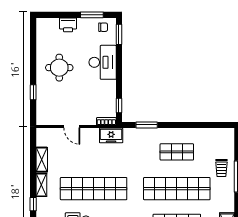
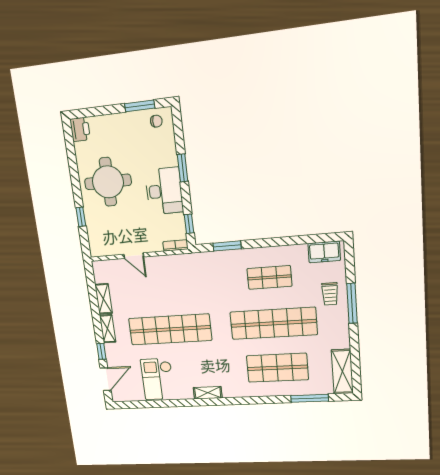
printer: (68, 25) -> (80, 129), moved, turned -90
window: (119, 34) -> (183, 168), moved
desk: (103, 62) -> (164, 191), moved
round table: (59, 68) -> (108, 182), width x1.36, depth x1.36
freezer: (111, 135) -> (324, 252), moved

